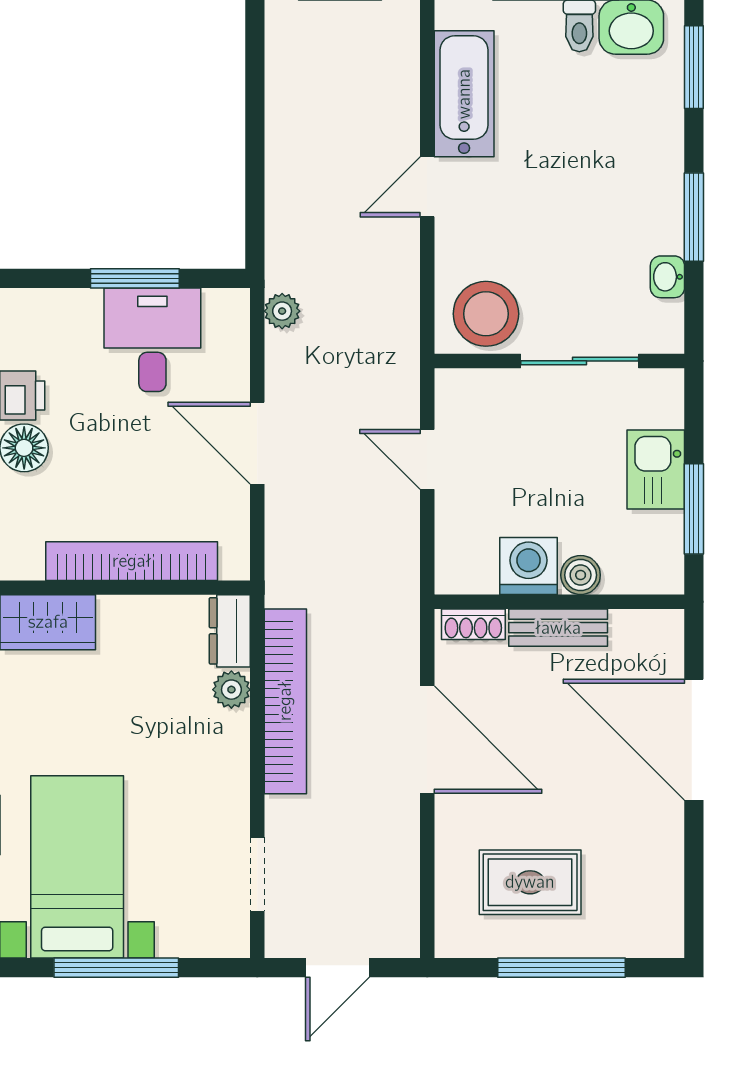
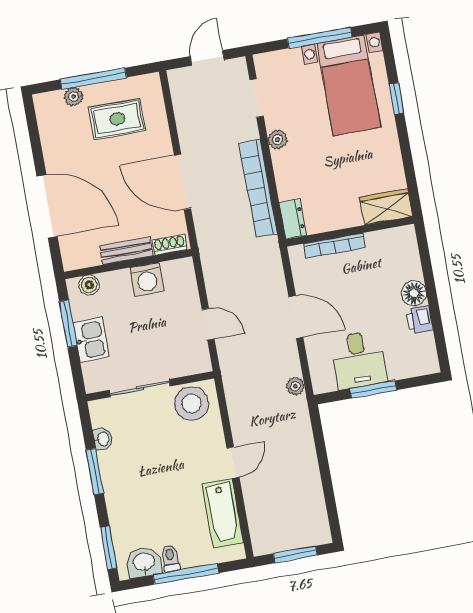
bookcase: (132, 561) -> (334, 246), width x0.68, depth x0.76
boiler: (581, 575) -> (89, 285), moved
plant: (231, 690) -> (278, 140), moved
plant: (606, 940) -> (73, 97), added

